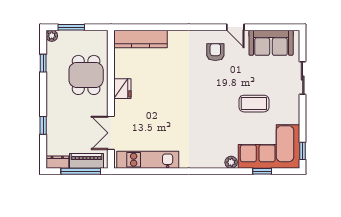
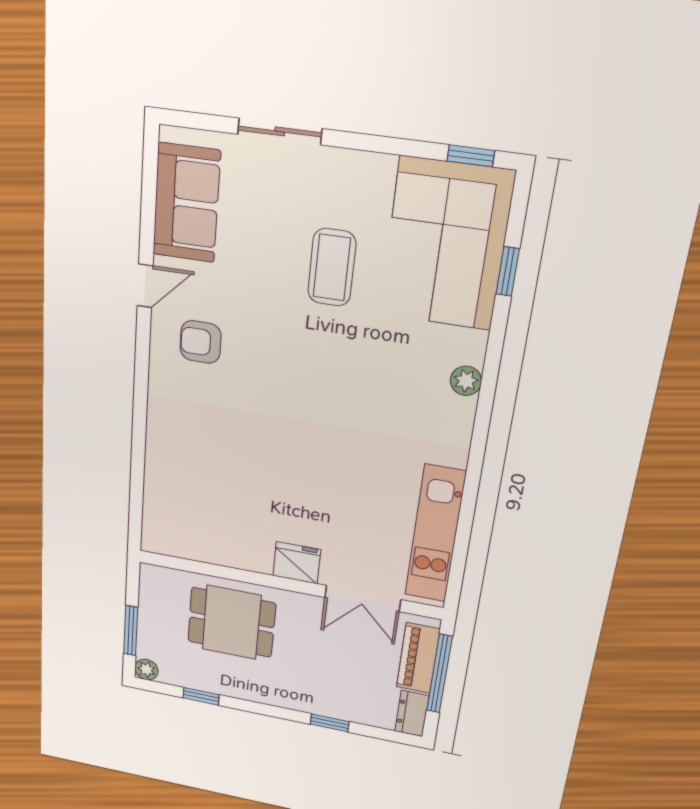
kitchen counter: (140, 39) -> (162, 501), removed
fridge: (122, 89) -> (297, 563), moved
plant: (231, 162) -> (466, 381), moved

